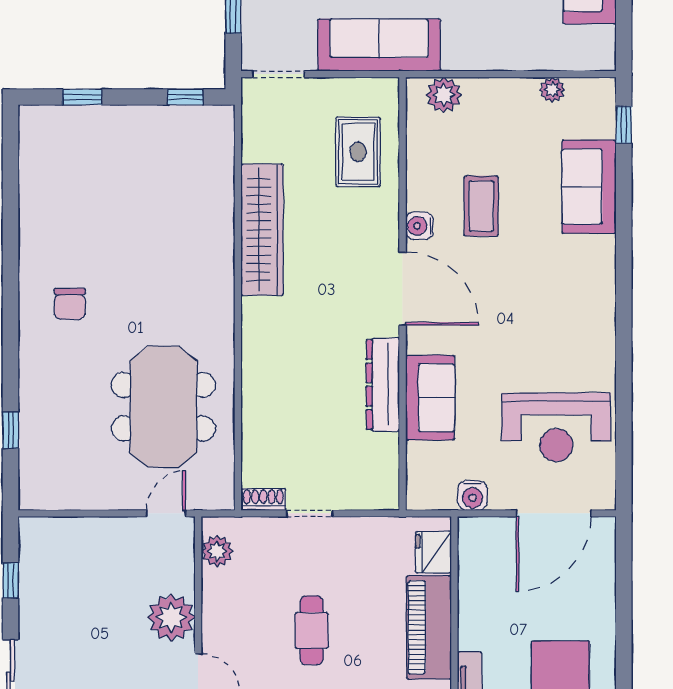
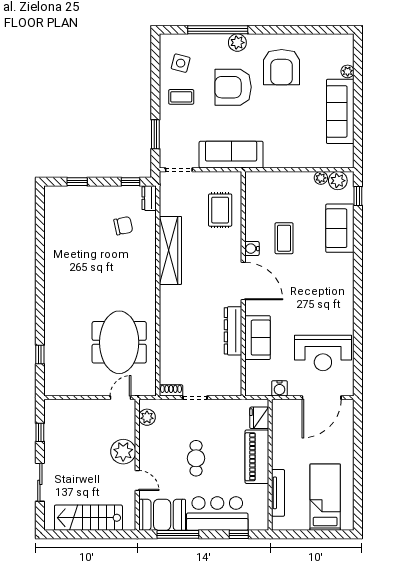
plant: (444, 95) -> (338, 181), moved
dresser: (221, 129) -> (149, 198), added
chair: (70, 304) -> (123, 226), moved, turned -102

